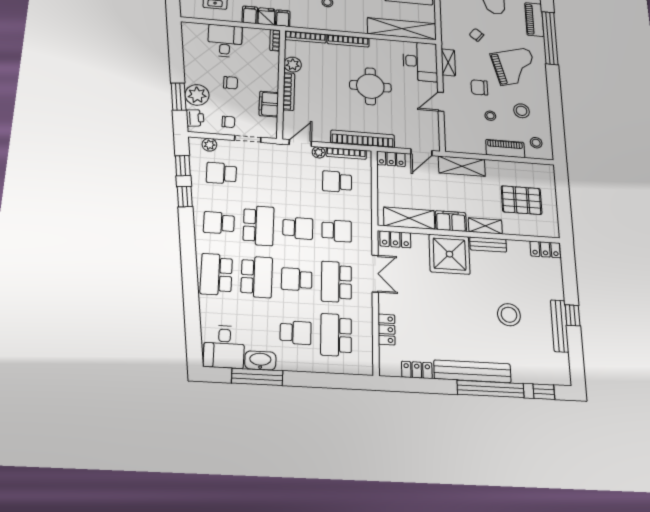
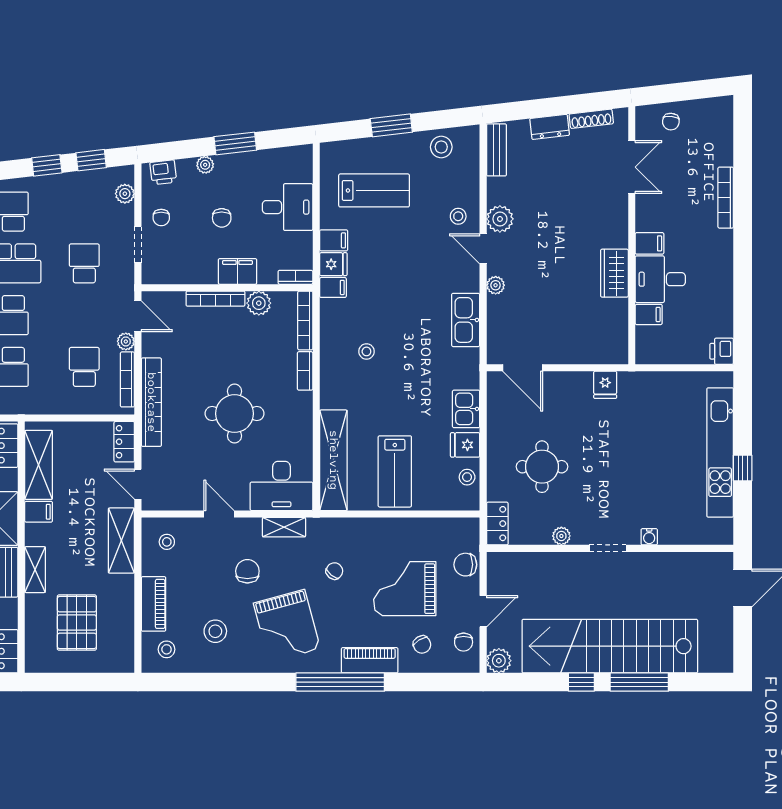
bookcase: (348, 41) -> (305, 371), width x0.64
plant: (197, 95) -> (205, 165), width x0.53, depth x0.53
window: (179, 97) -> (235, 143), moved
filing cabinet: (269, 104) -> (238, 271), moved
stool: (490, 116) -> (167, 542), moved
school desk: (221, 173) -> (84, 263), moved
filing cabinet: (451, 221) -> (39, 512), width x0.50

